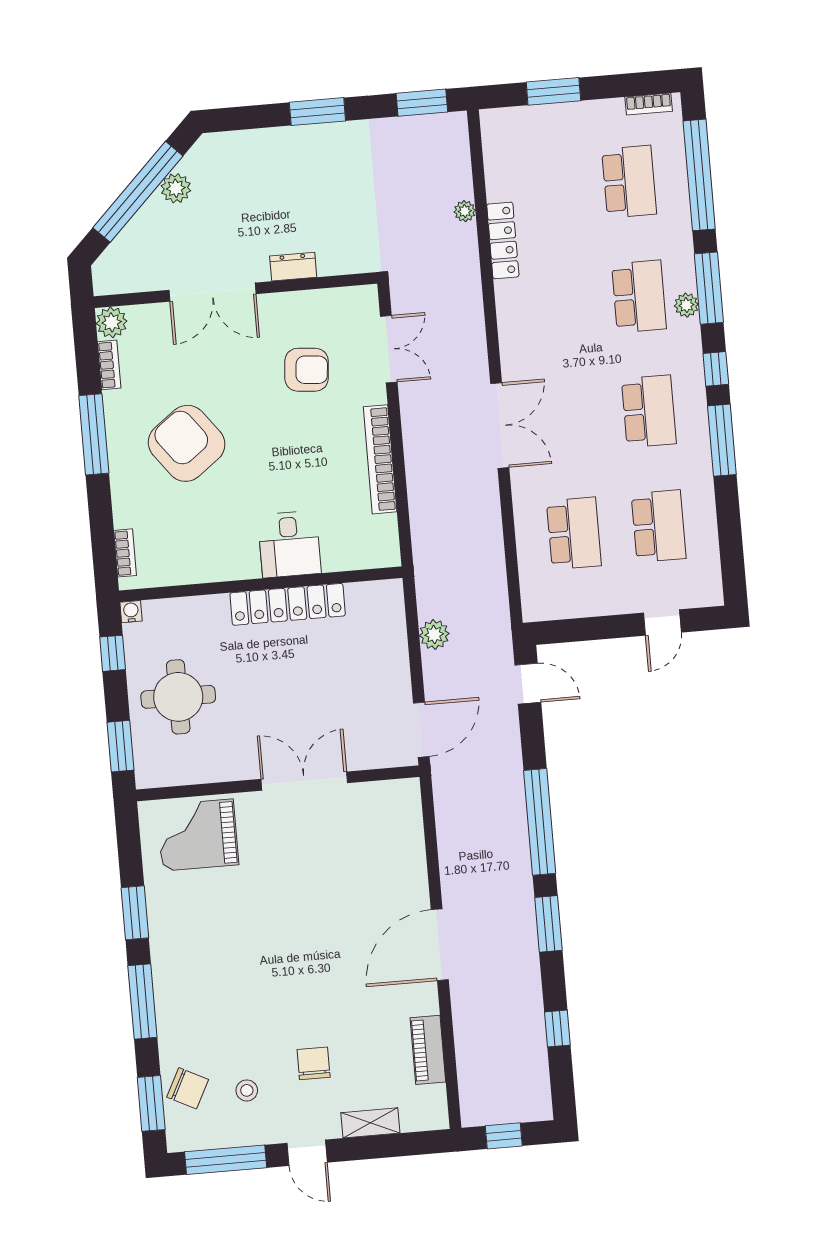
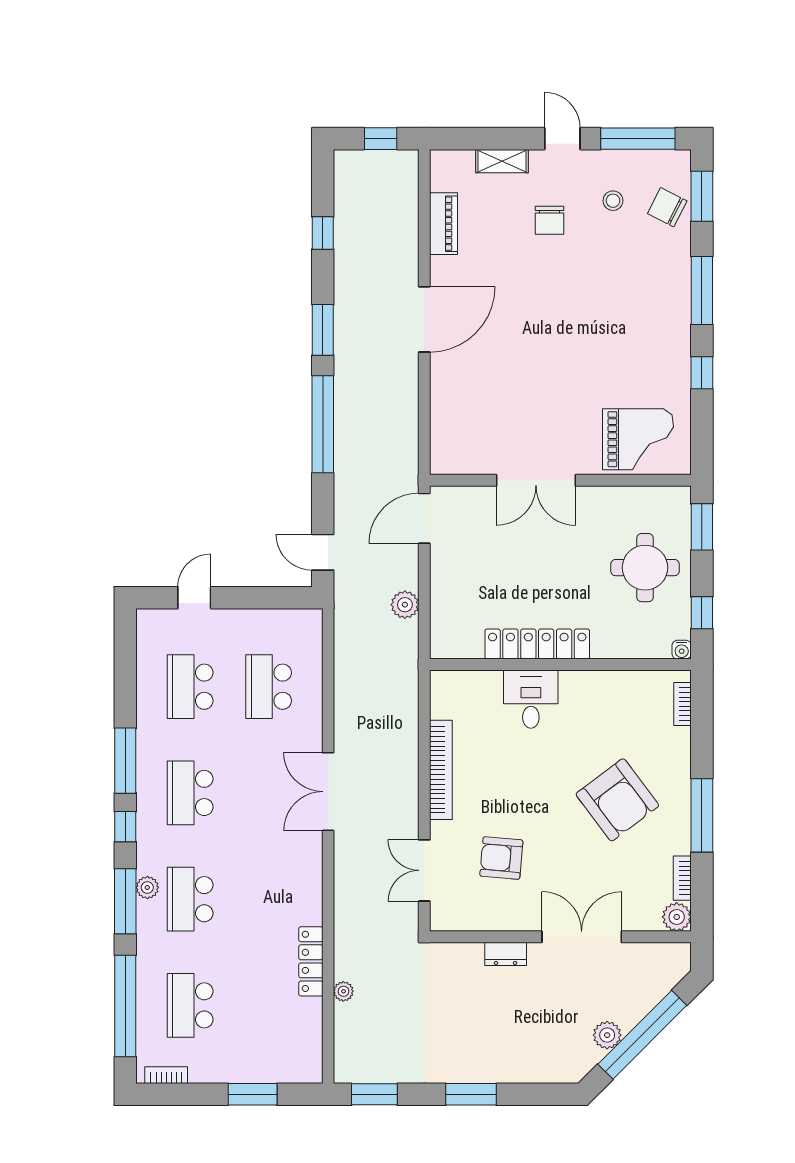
window: (135, 913) -> (702, 373), width x0.67

